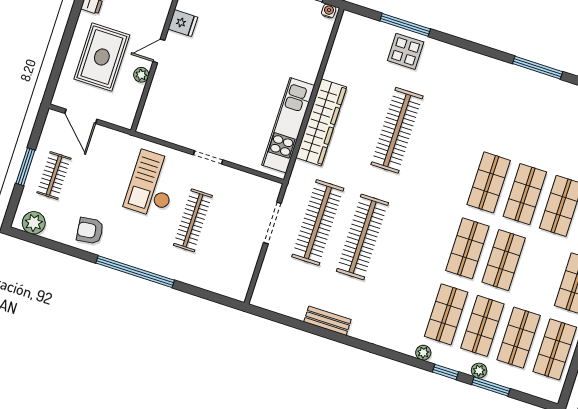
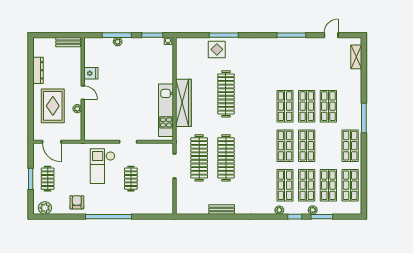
window: (405, 25) -> (224, 35), moved
door: (159, 51) -> (83, 93), swing flipped
clothes rail: (193, 220) -> (131, 179), width x0.73
armchair: (90, 231) -> (77, 202), turned 97

